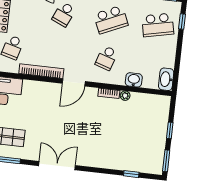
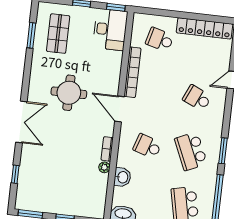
round table: (59, 127) -> (69, 93), added
double door: (57, 166) -> (21, 122), moved

